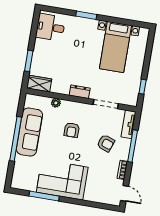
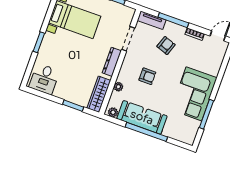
wardrobe: (39, 84) -> (99, 94), width x1.50
dresser: (80, 92) -> (112, 62), width x1.44
plant: (29, 102) -> (113, 112), added

